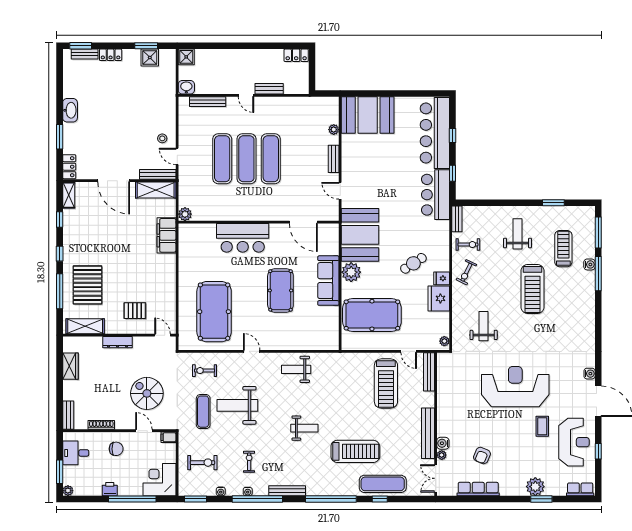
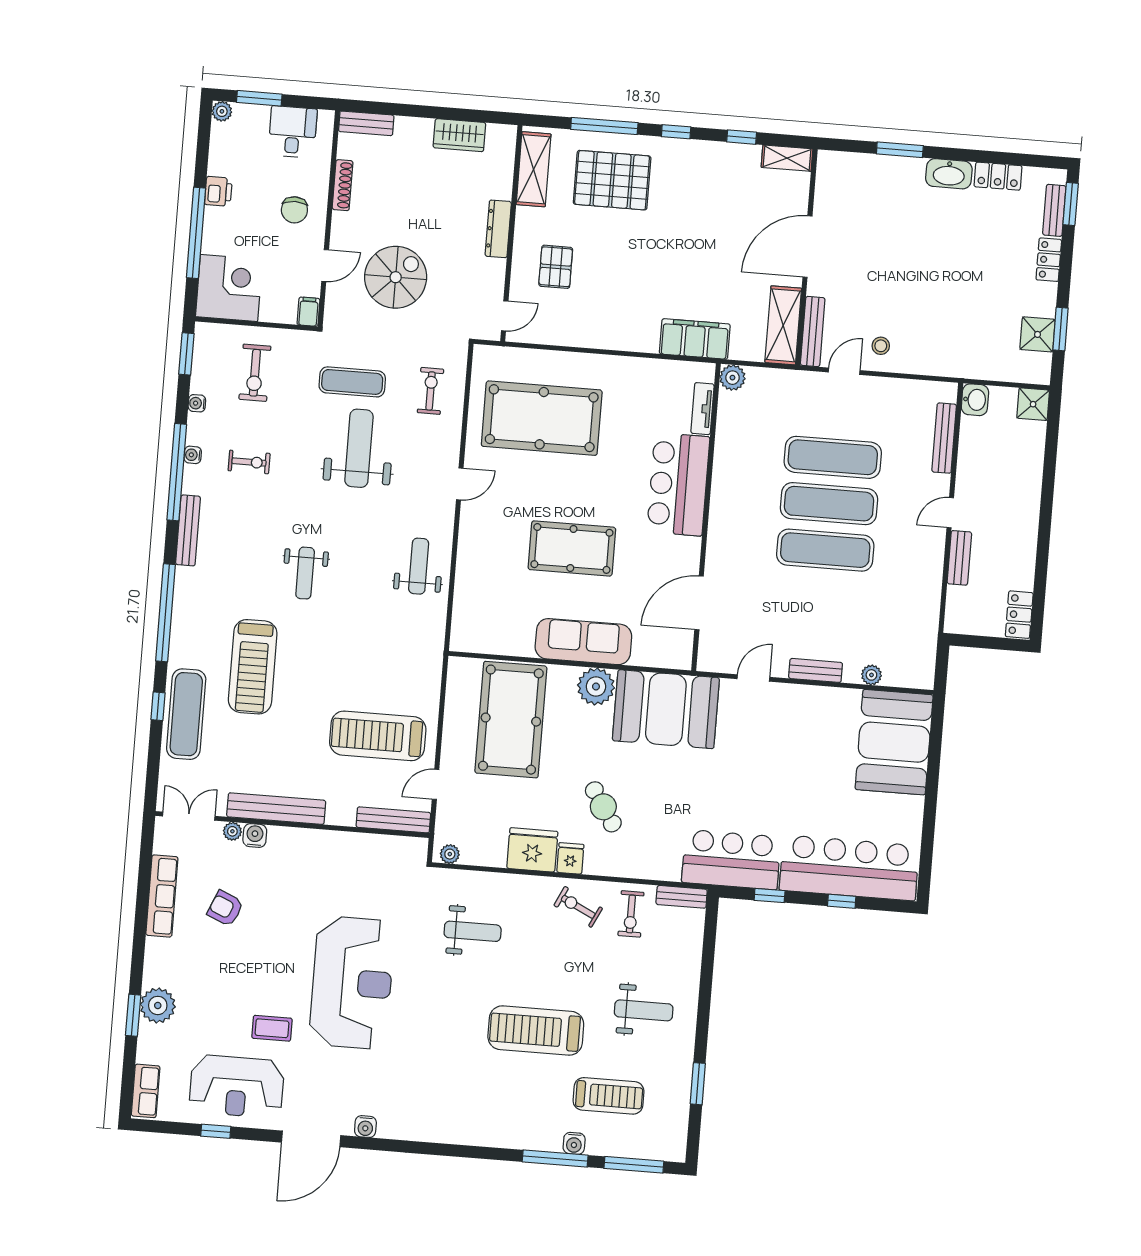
locker: (69, 167) -> (998, 176), moved
tv unit: (202, 228) -> (702, 409), added

